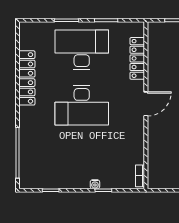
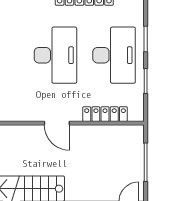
desk: (82, 105) -> (55, 55), turned 180

